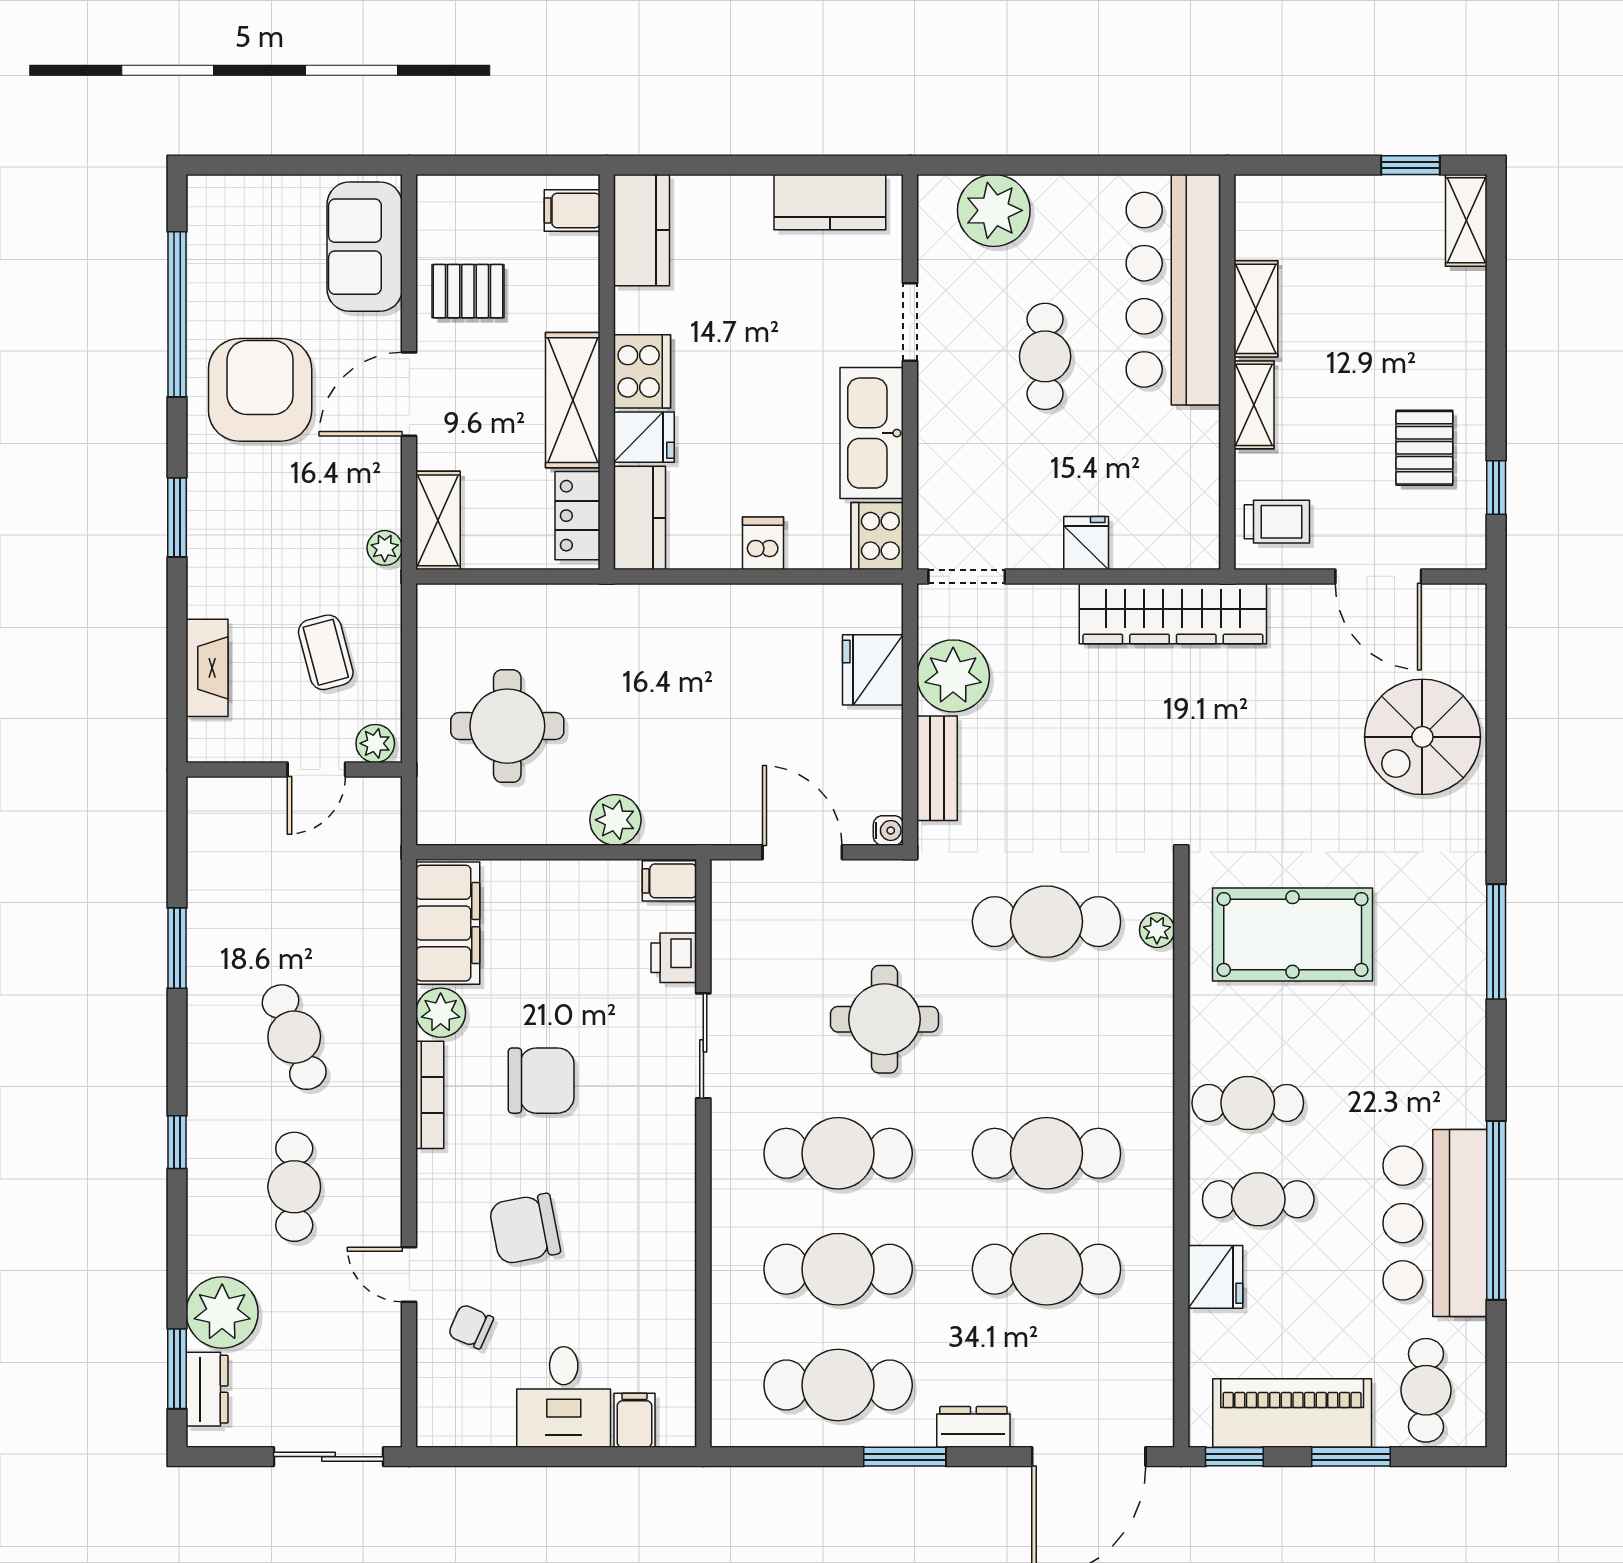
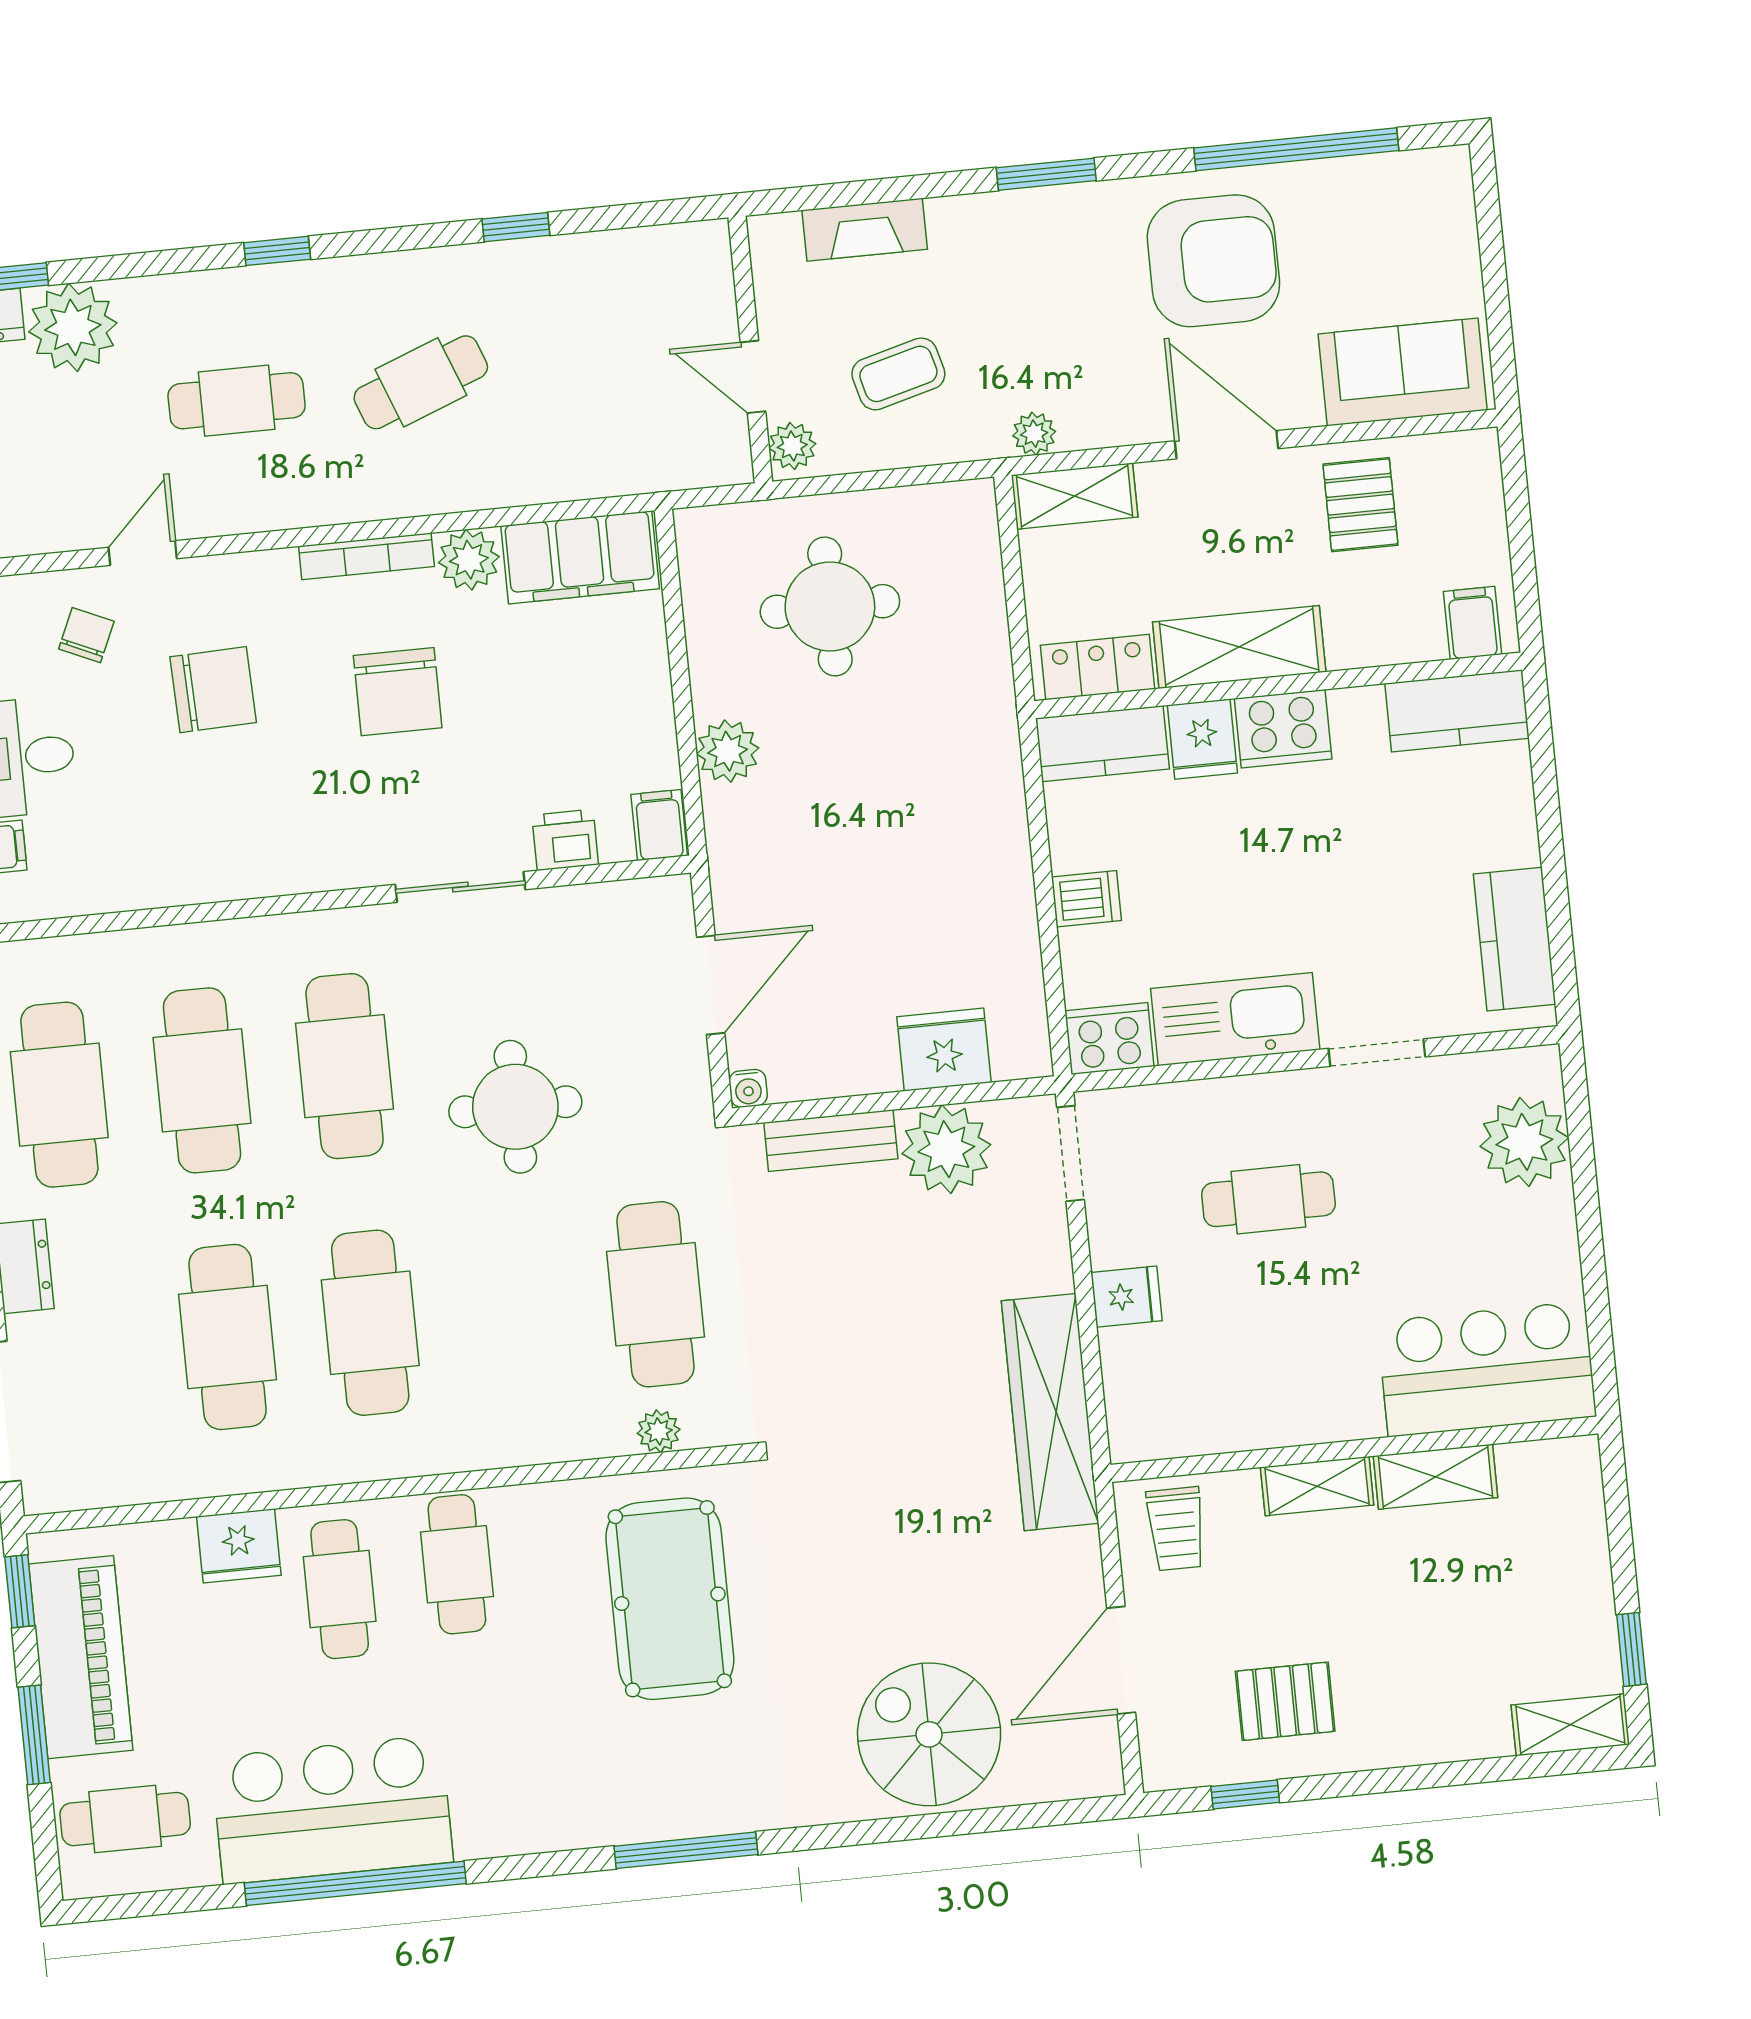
bar counter: (1173, 290) -> (1487, 1369), width x0.73
cafe table: (1045, 356) -> (1268, 1199), moved
window: (177, 948) -> (516, 227), width x0.67
chair: (525, 1229) -> (213, 690), turned 99

